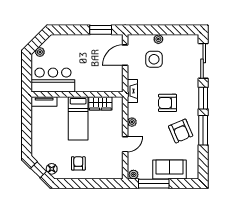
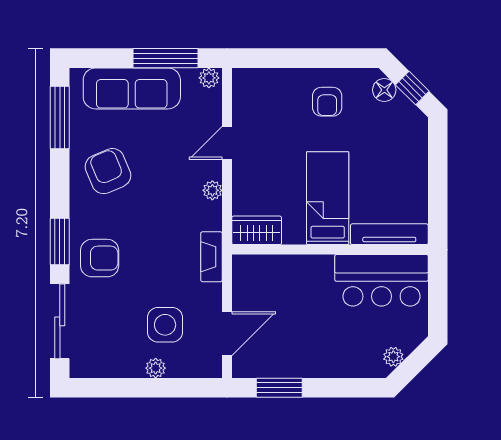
plant: (40, 52) -> (393, 357), moved
tv unit: (44, 102) -> (389, 234), width x1.41
wardrobe: (100, 103) -> (257, 230), moved
armchair: (168, 103) -> (100, 258), moved
window: (203, 130) -> (60, 117), moved
sofa: (169, 170) -> (132, 88), width x1.36

